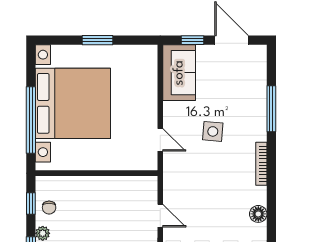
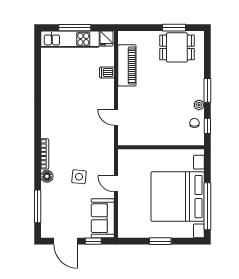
window: (271, 109) -> (38, 206), moved
window: (31, 120) -> (207, 206), moved
door: (160, 140) -> (116, 184), moved
floor lamp: (258, 214) -> (47, 176), moved

